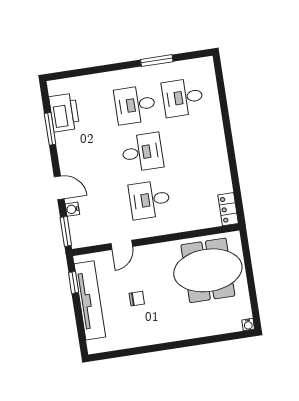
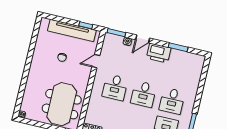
desk: (135, 105) -> (172, 101), turned 180
printer: (64, 113) -> (159, 53), moved
desk: (150, 200) -> (115, 87), turned 180
door: (122, 245) -> (96, 61), hinge flipped

